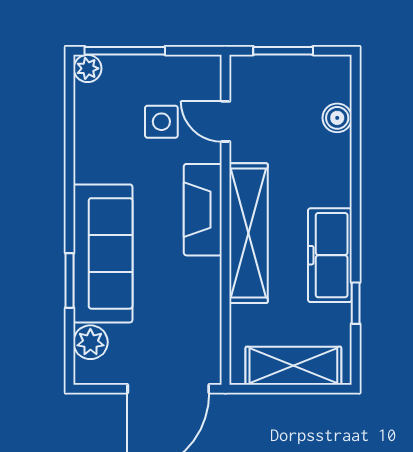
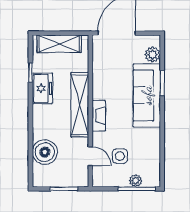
plant: (88, 68) -> (136, 181), moved
boiler: (337, 118) -> (45, 152), width x1.86, depth x1.86
fireplace: (203, 210) -> (99, 116), width x0.73, depth x0.76
freezer: (330, 255) -> (42, 88), width x0.71

